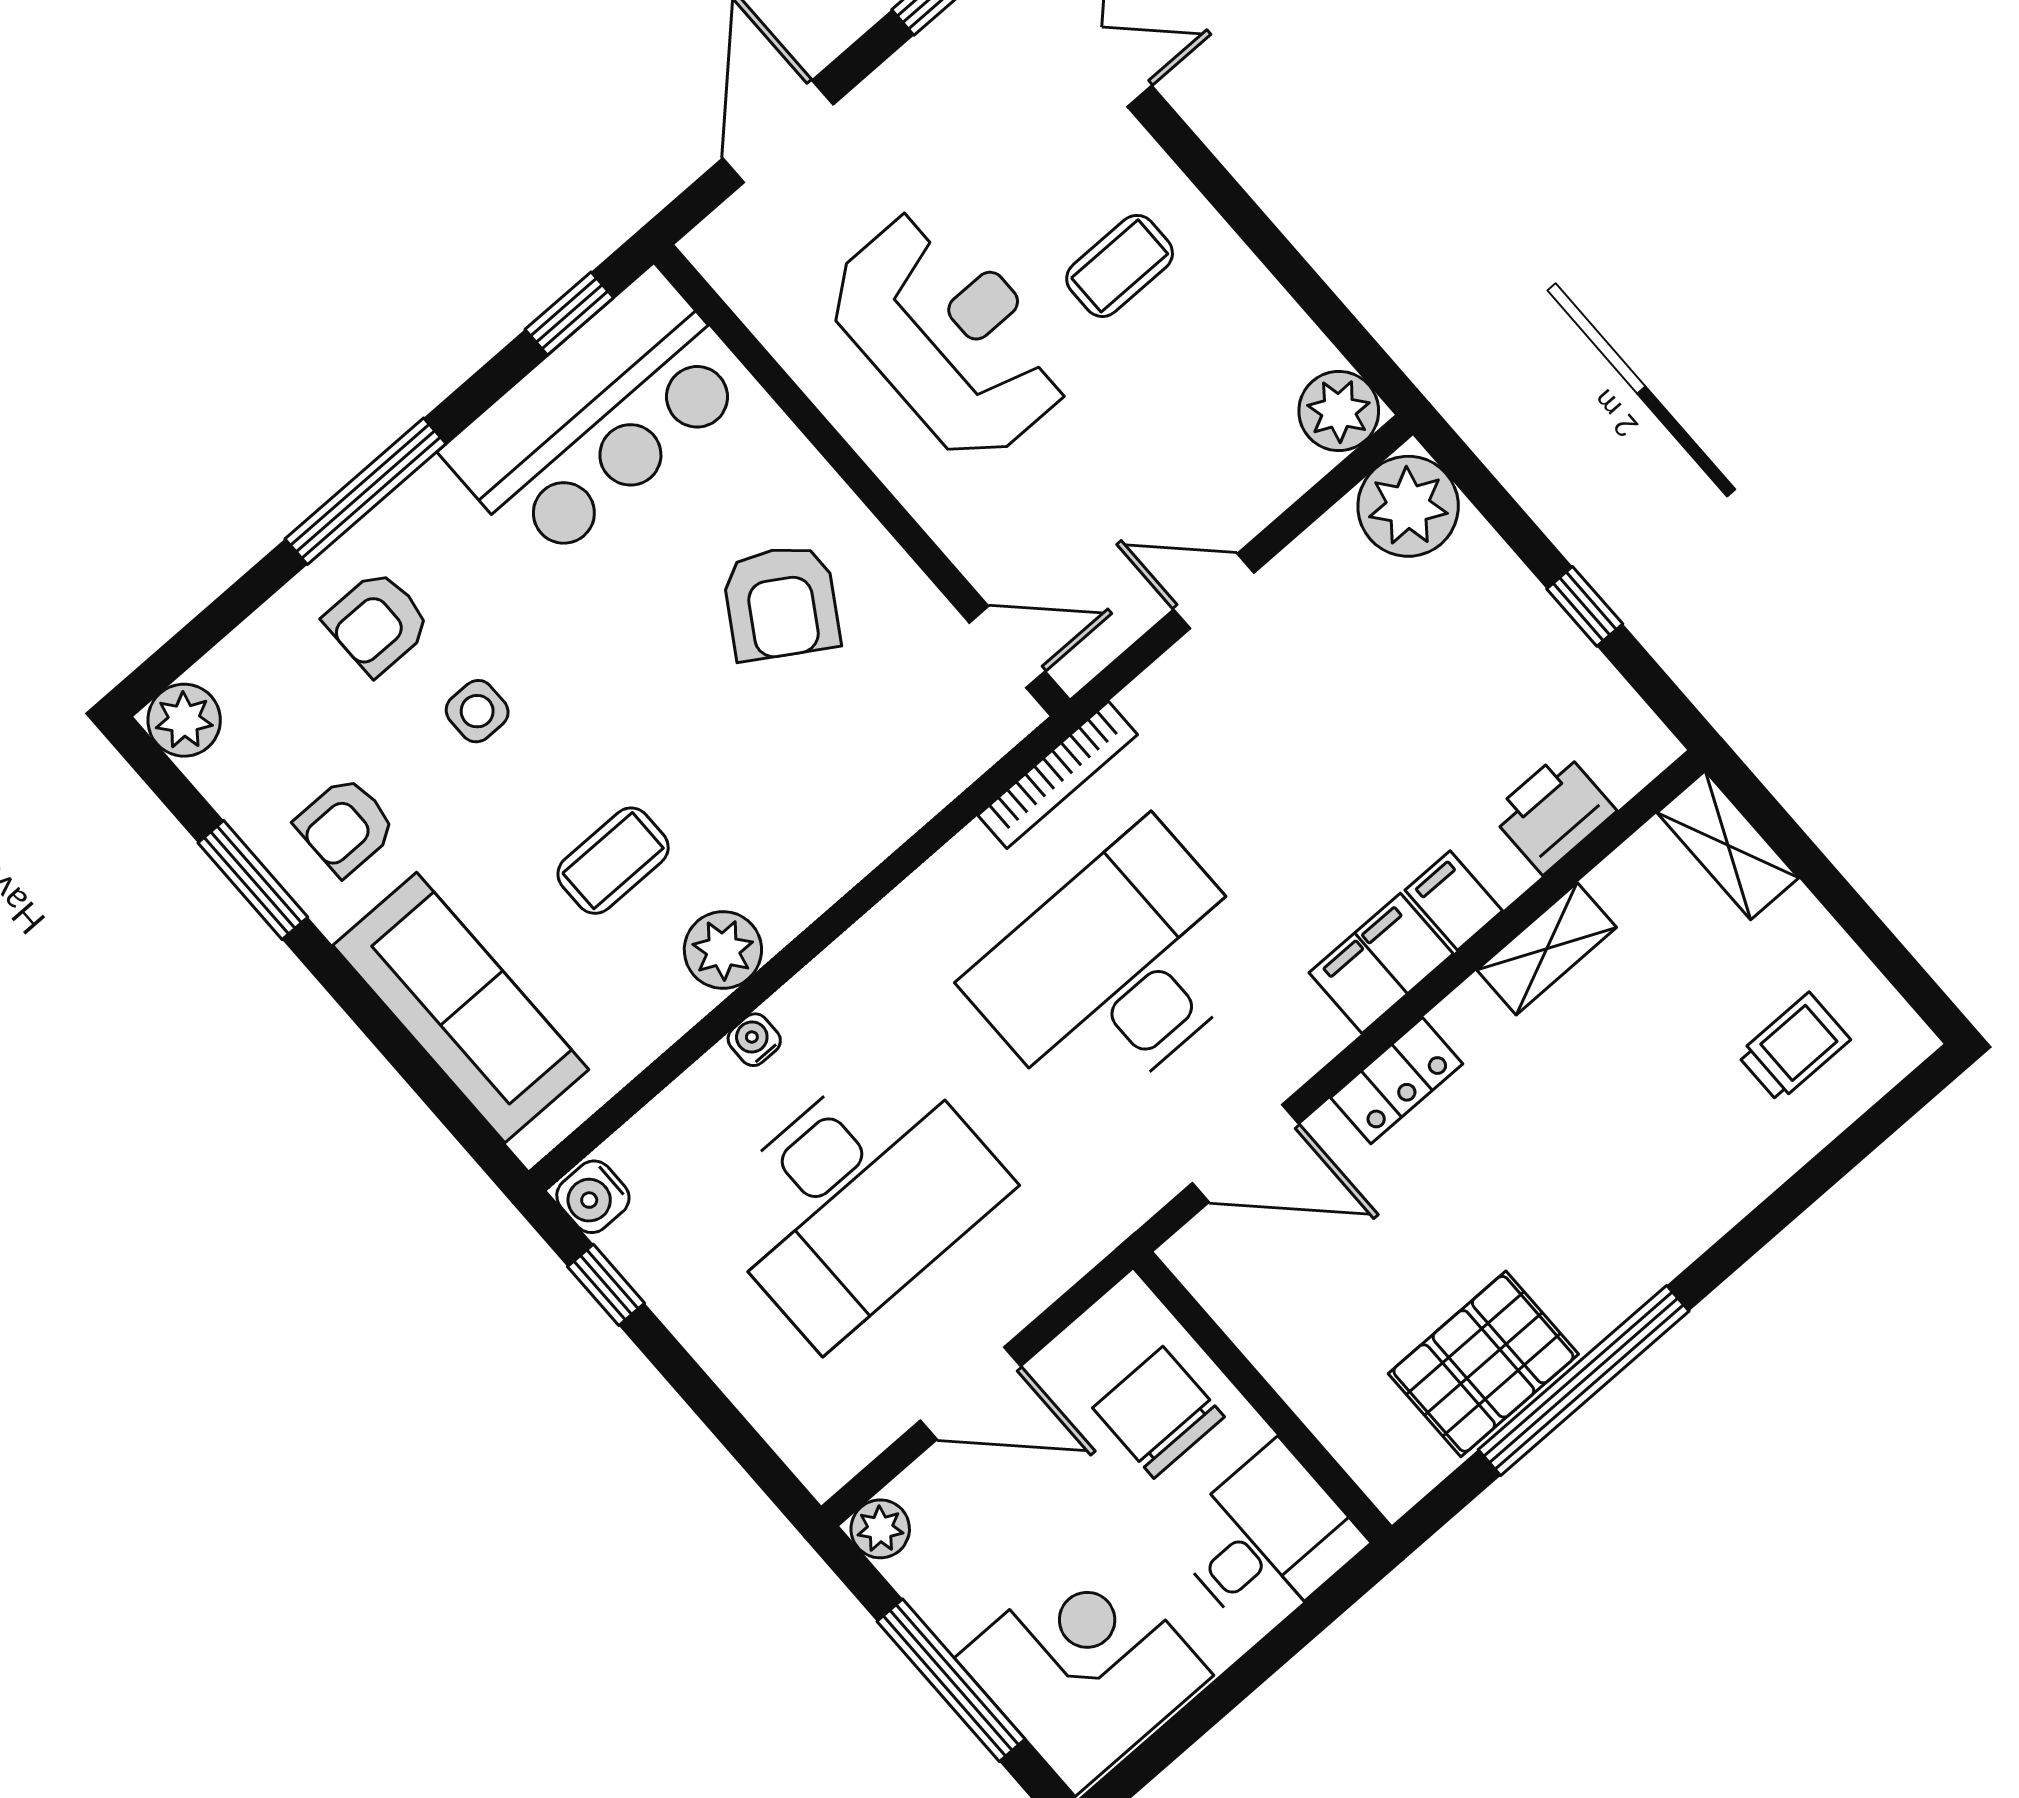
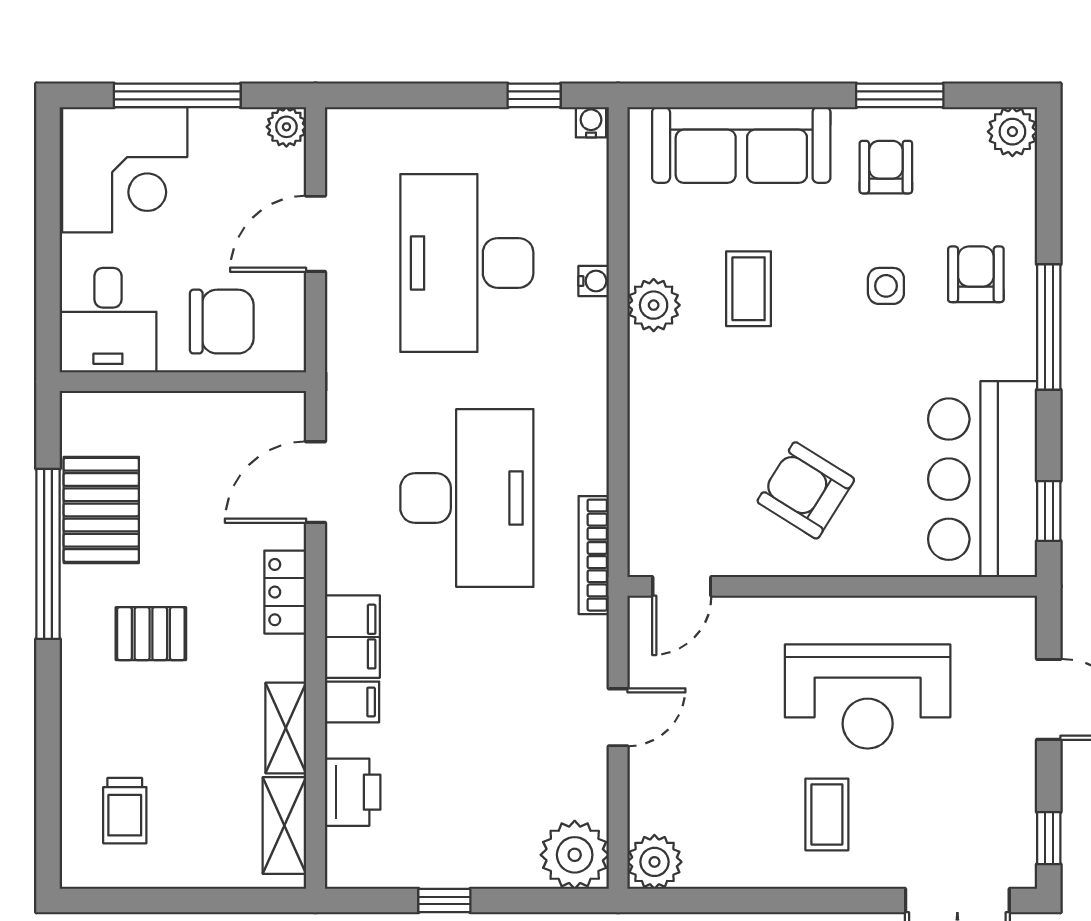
shelving: (1728, 845) -> (284, 825), moved, turned 90
pallet: (1573, 1189) -> (151, 634), added
water cooler: (593, 1197) -> (591, 122), width x0.72, depth x0.72

